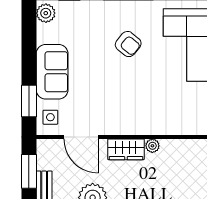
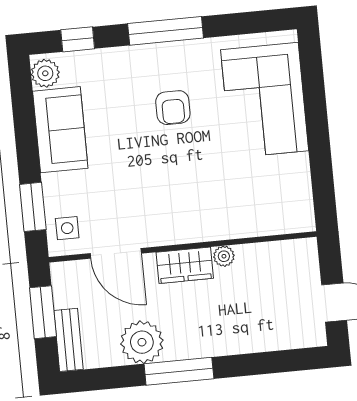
armchair: (128, 44) -> (173, 108), turned 51
sofa: (52, 72) -> (60, 130), moved

